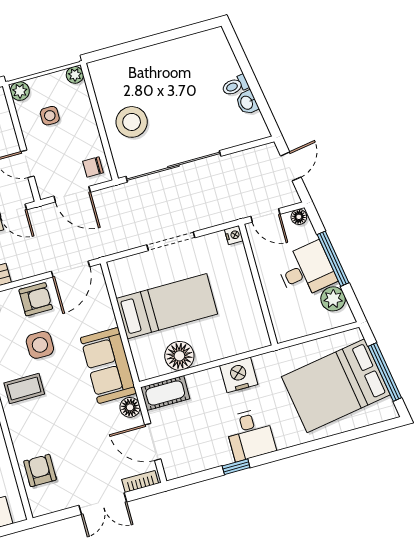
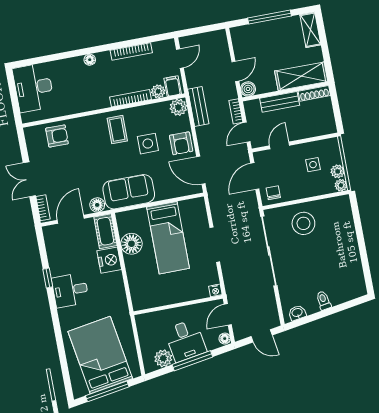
plant: (20, 91) -> (338, 171), moved
washbasin: (247, 103) -> (297, 313), moved
nightstand: (239, 375) -> (109, 260), moved

